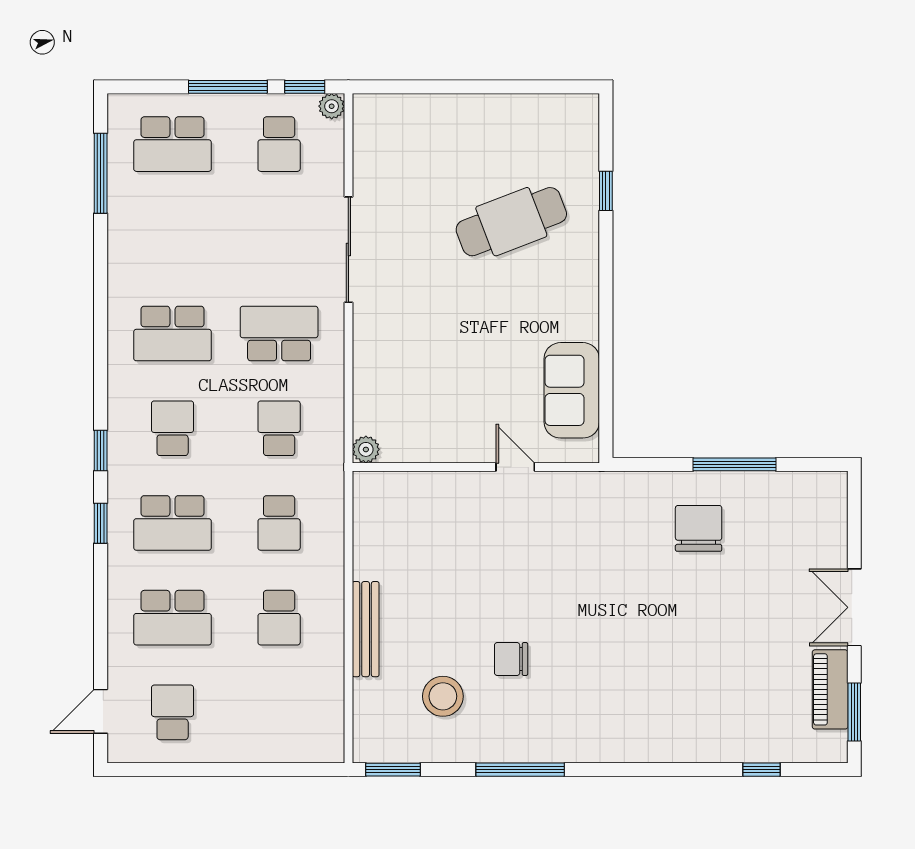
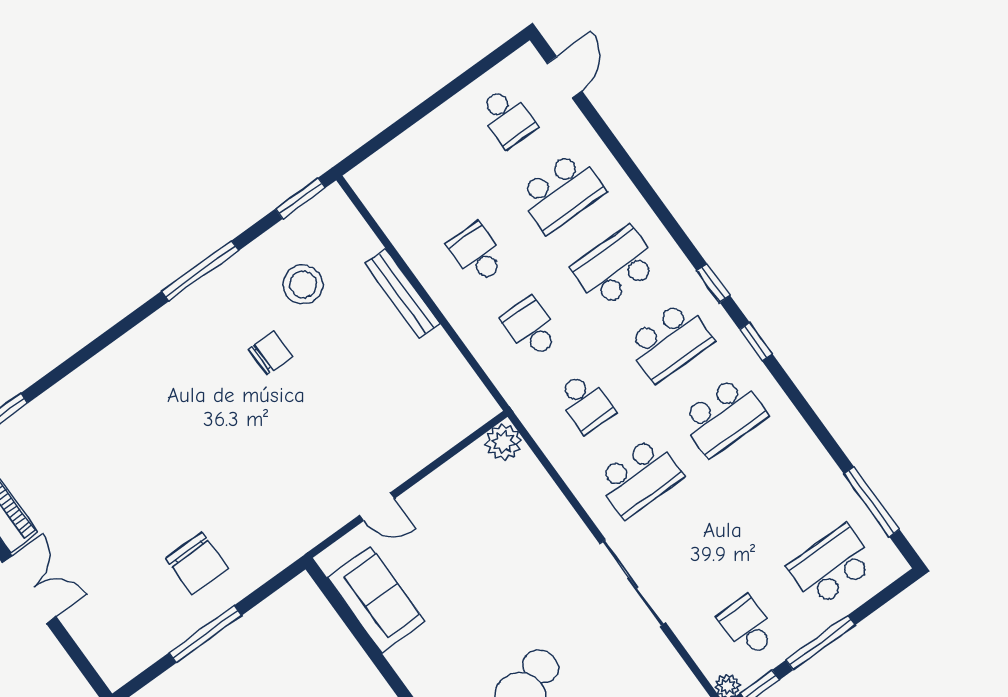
school desk: (173, 334) -> (723, 416), turned 180
school desk: (173, 428) -> (669, 342), width x1.85
plant: (366, 449) -> (504, 442), width x1.38, depth x1.38
window: (101, 523) -> (756, 342), moved
school desk: (173, 618) -> (561, 192), turned 180

